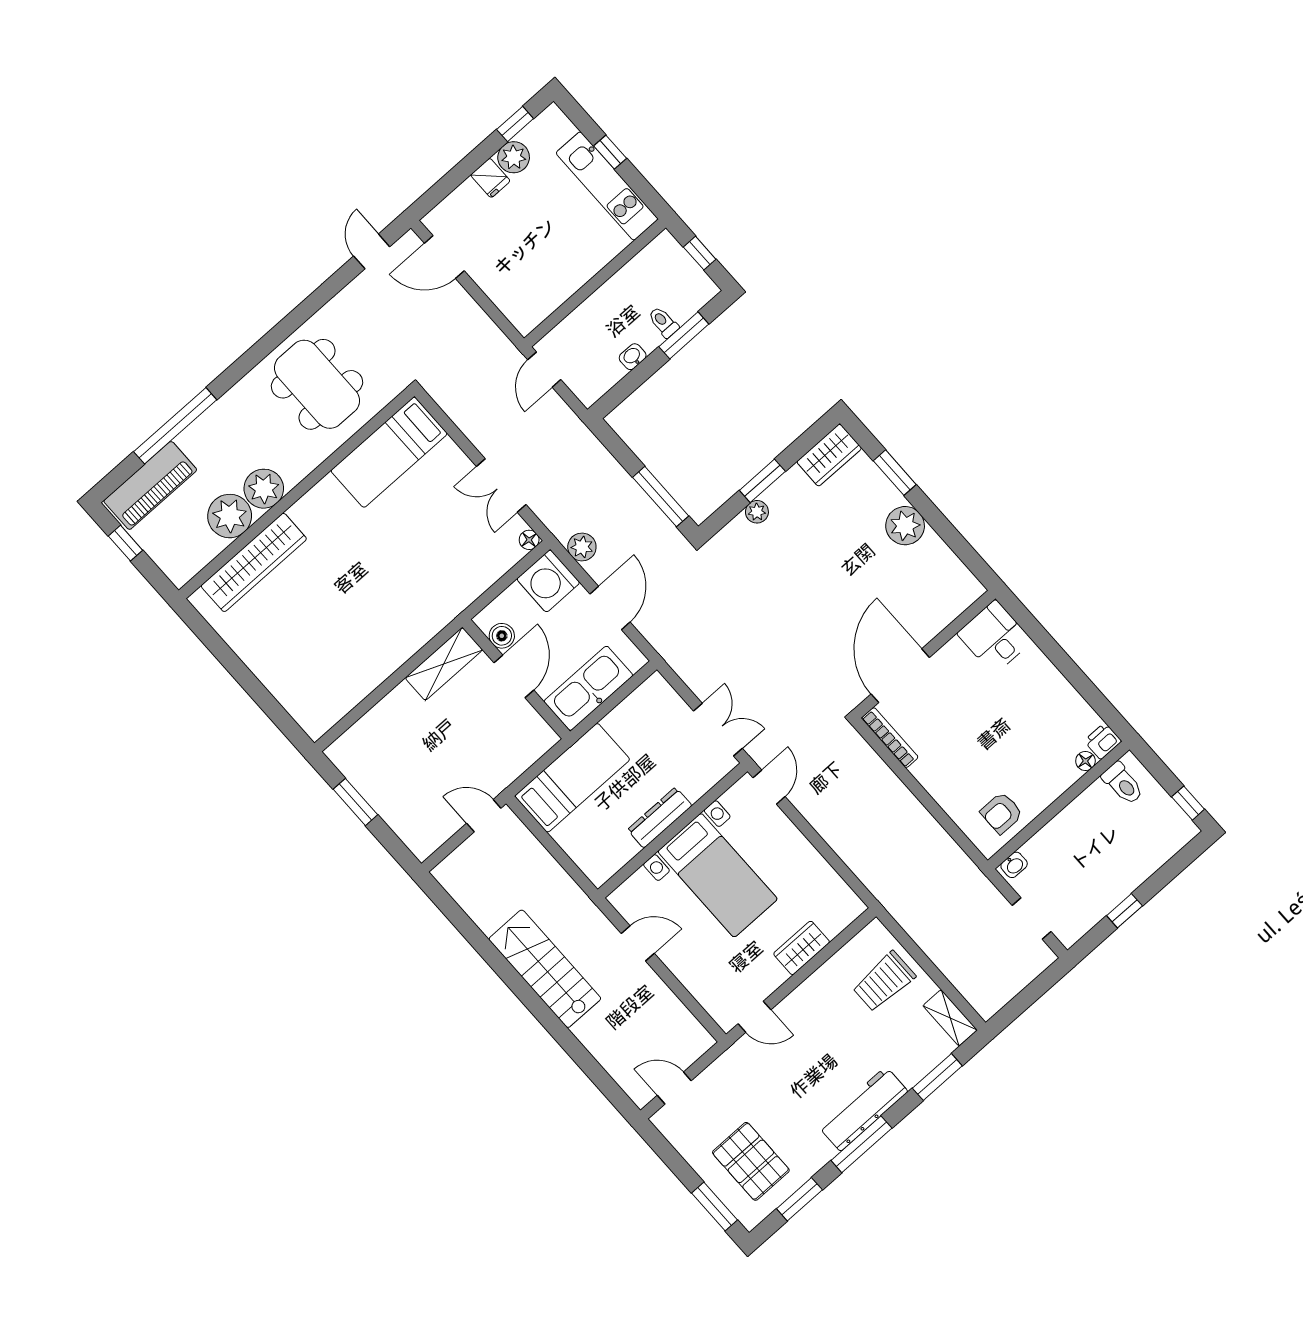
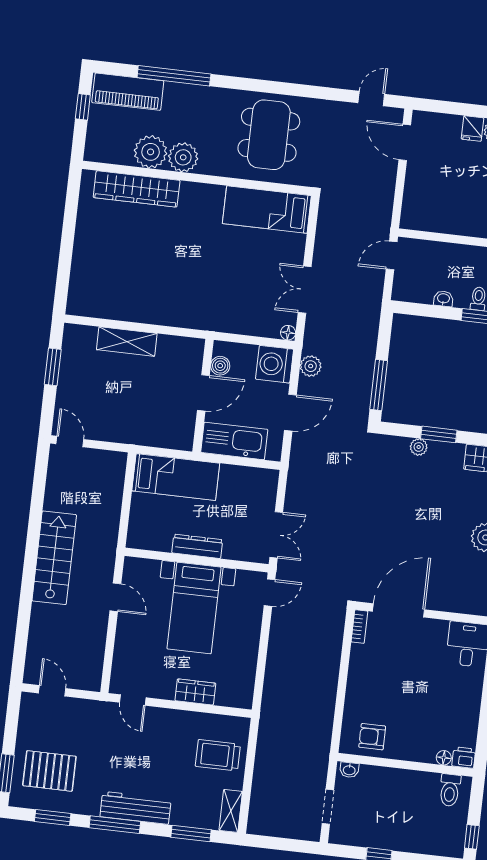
shelving: (444, 664) -> (127, 342), moved
bookcase: (890, 738) -> (359, 627), width x0.64
door: (484, 816) -> (70, 442), moved
pallet: (751, 1161) -> (49, 771), turned 90

